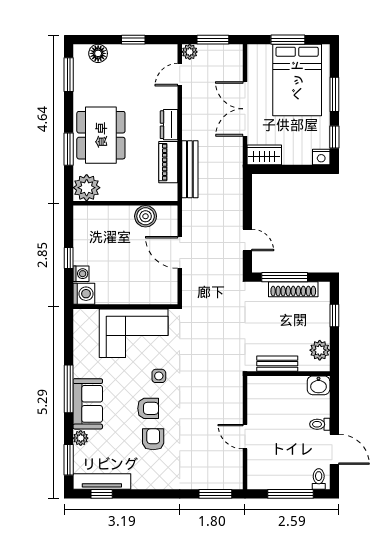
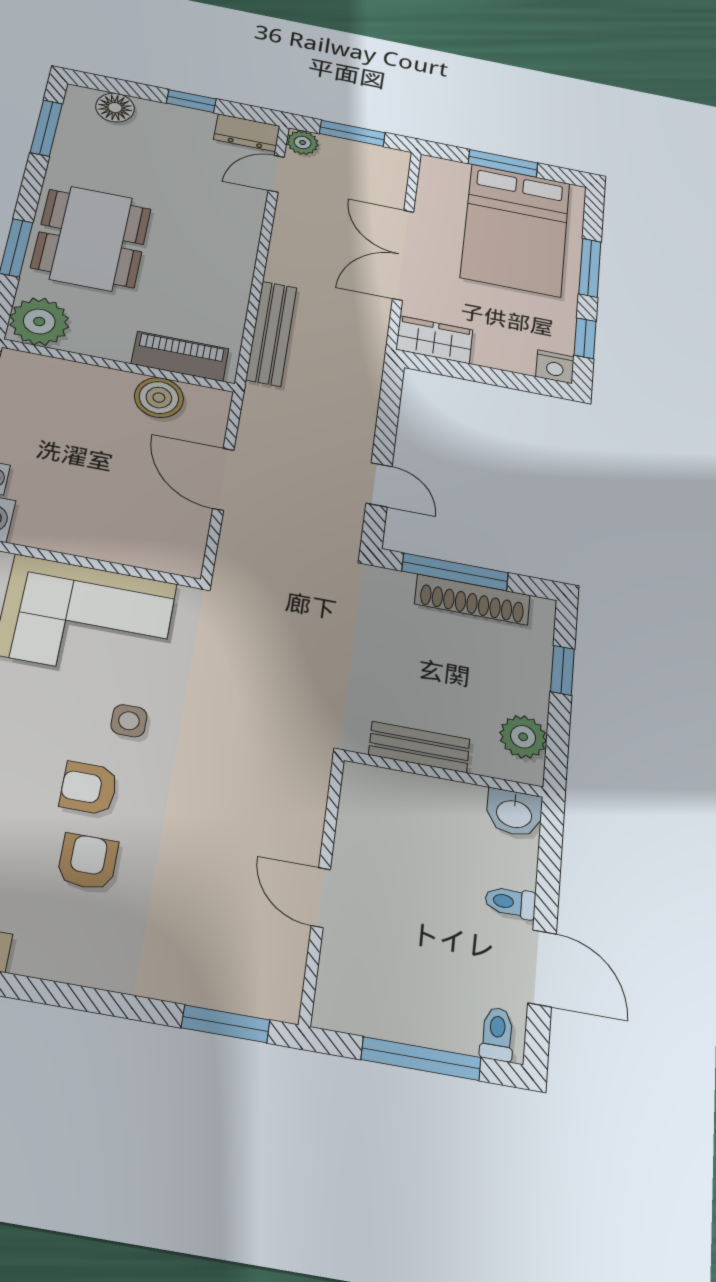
dresser: (169, 125) -> (247, 133), moved, turned -90
piano: (168, 162) -> (180, 356), moved, turned 90
armchair: (148, 408) -> (89, 788), turned 180

